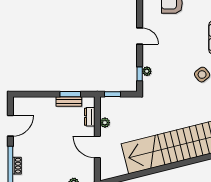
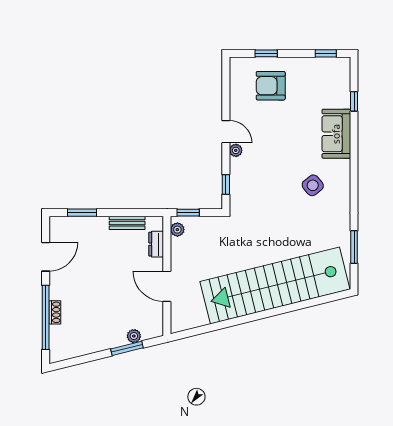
plant: (147, 71) -> (236, 150), moved
window: (70, 94) -> (82, 213), moved
plant: (105, 123) -> (177, 230), moved

